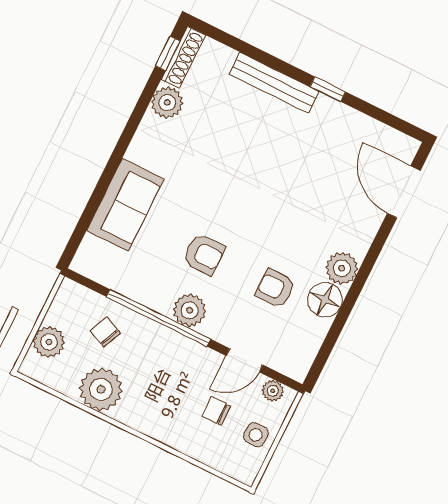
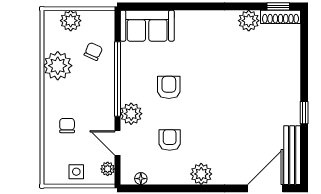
bench: (274, 83) -> (292, 155), moved
sofa: (125, 205) -> (147, 26), moved
armchair: (204, 254) -> (169, 87), turned 180
floor lamp: (325, 300) -> (141, 179), moved, width x0.53, depth x0.53
plant: (190, 310) -> (131, 114), moved
chair: (216, 411) -> (67, 126), moved

